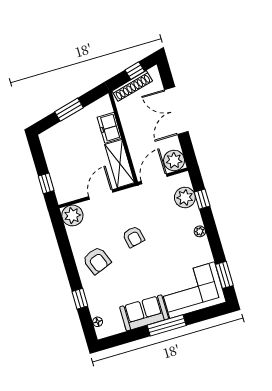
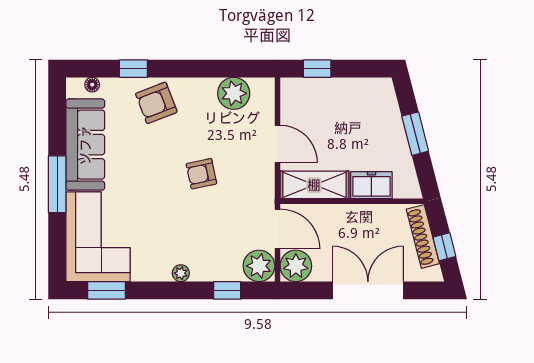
plant: (185, 197) -> (259, 266), moved
plant: (72, 215) -> (234, 93), moved
armchair: (97, 260) -> (156, 103), moved
sofa: (144, 313) -> (85, 145), width x1.36

